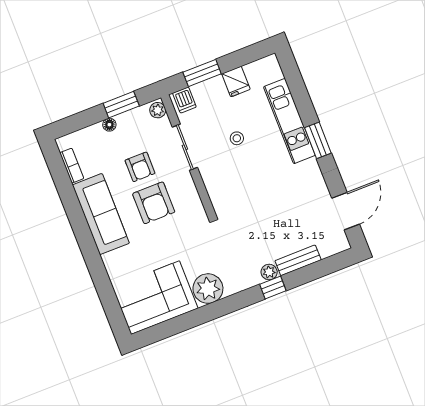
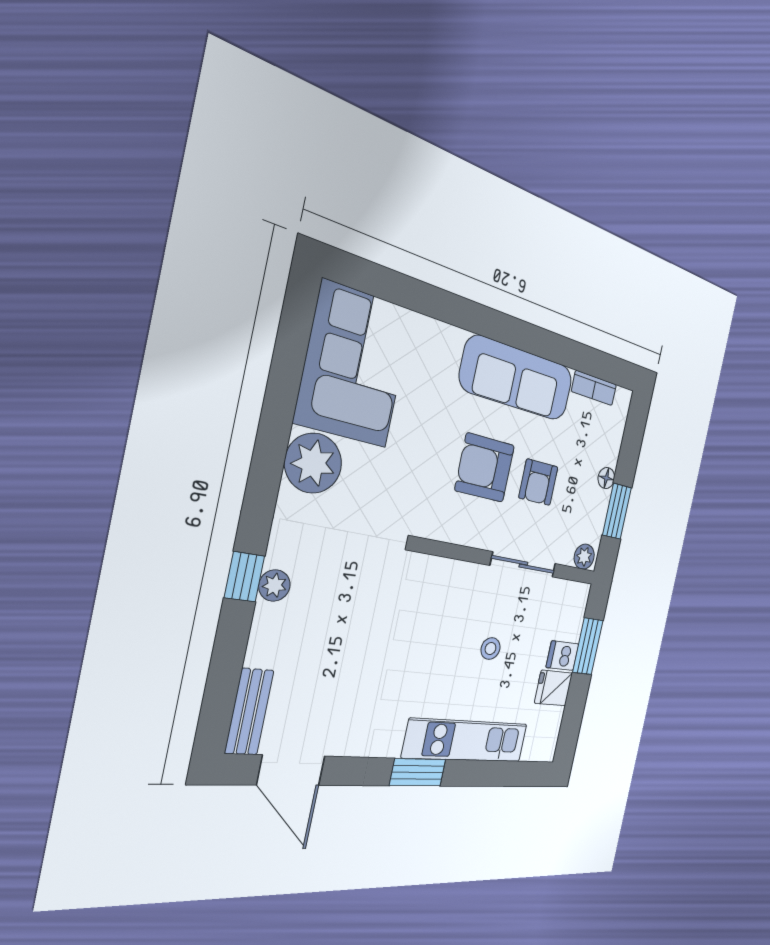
dishwasher: (184, 100) -> (562, 656), moved
armchair: (140, 167) -> (538, 482), turned -90
bench: (298, 260) -> (249, 712), moved

